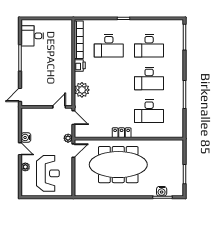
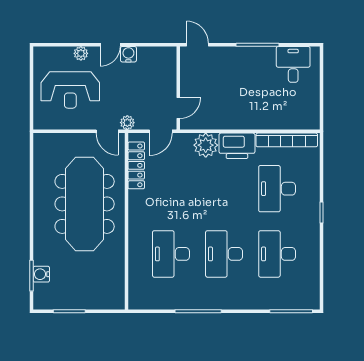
printer: (80, 65) -> (237, 146), width x1.87, depth x1.48
door: (59, 107) -> (178, 108), hinge flipped
locker: (122, 133) -> (136, 165), moved, width x1.53

